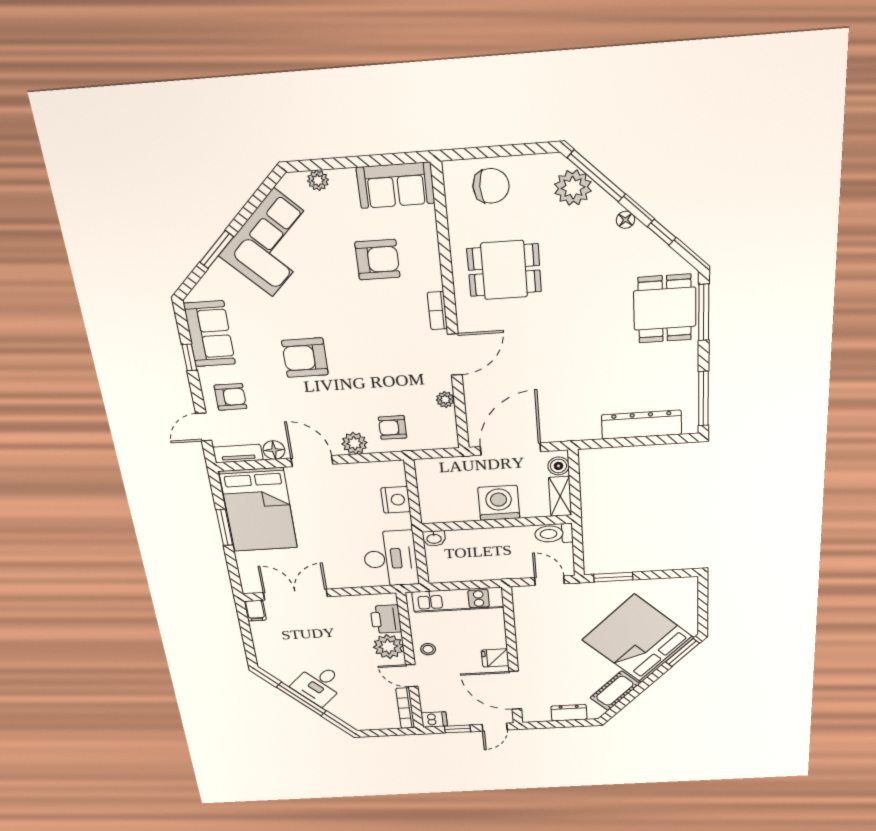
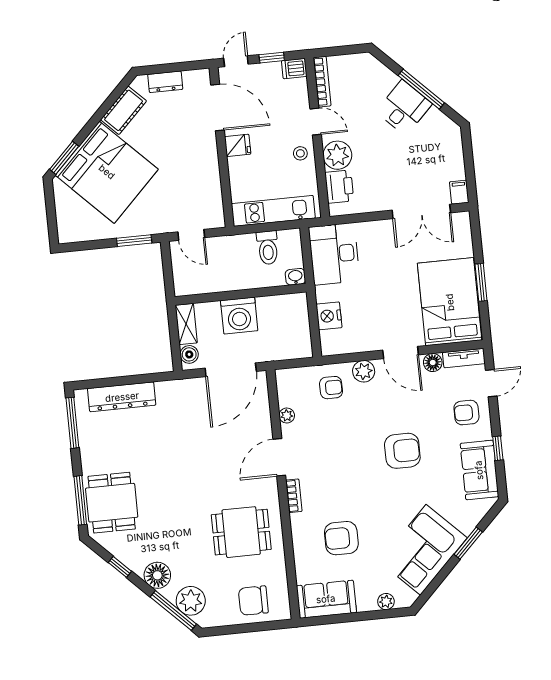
floor lamp: (625, 220) -> (157, 575), width x1.89, depth x1.89
toilet: (554, 534) -> (268, 248), moved, turned 90

